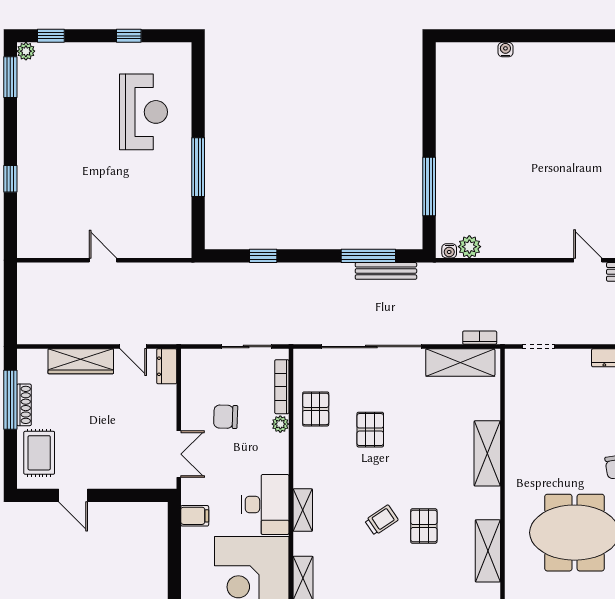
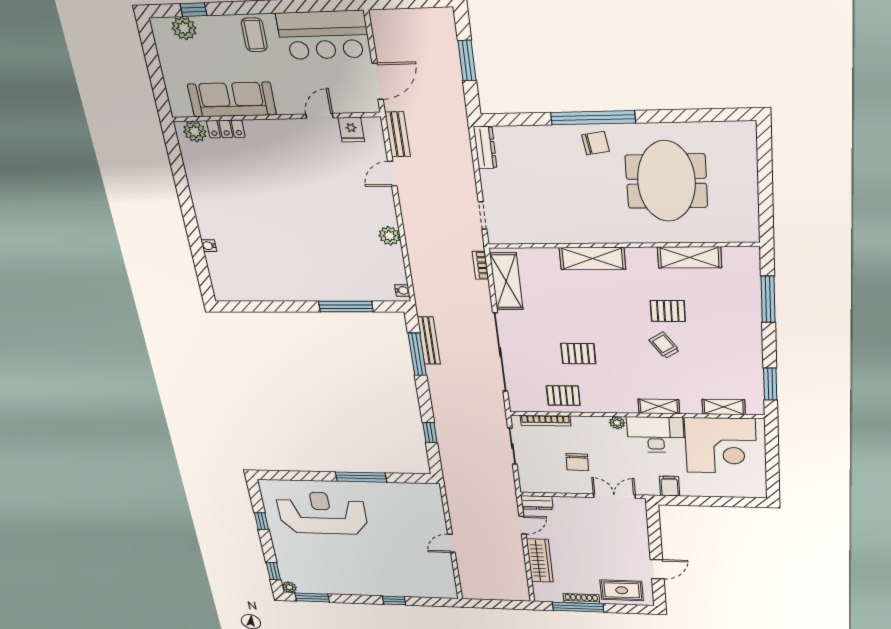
reception desk: (143, 112) -> (322, 513), width x1.36, depth x1.30
plant: (469, 247) -> (389, 236), moved
plant: (280, 424) -> (617, 423), moved

